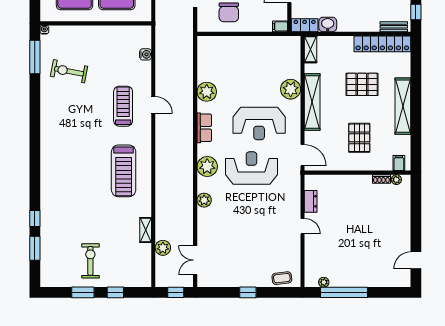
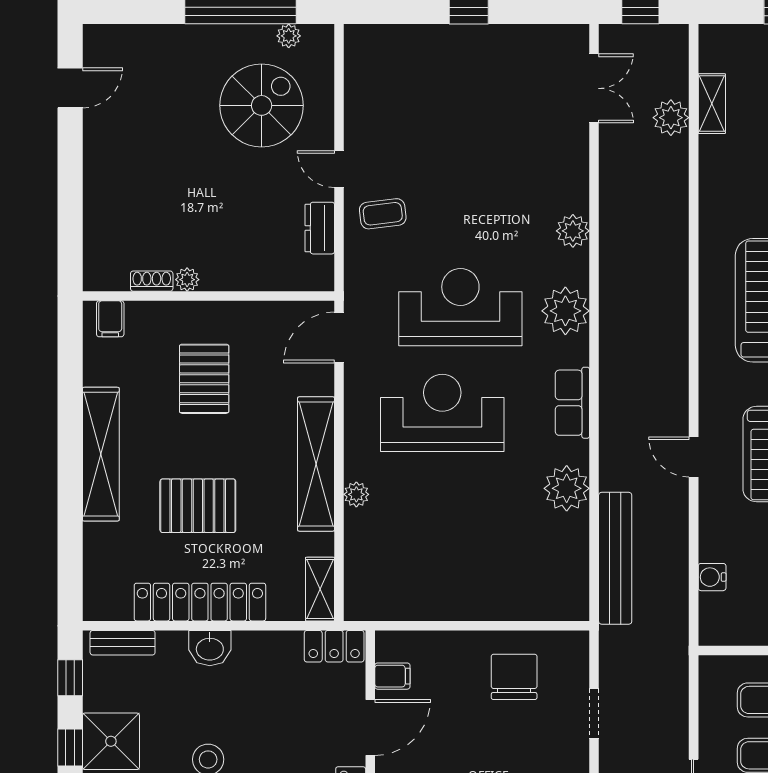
washbasin: (328, 24) -> (210, 648), moved
filing cabinet: (280, 26) -> (392, 676), moved
locker: (382, 44) -> (200, 602), moved
bench: (186, 62) -> (615, 558), added
plant: (291, 89) -> (356, 494), width x0.53, depth x0.53
door: (303, 155) -> (339, 338), hinge flipped
reception desk: (251, 168) -> (460, 307), turned 180
plant: (396, 180) -> (187, 280), moved
shelving: (146, 230) -> (712, 104), moved
spiral stairs: (335, 253) -> (262, 105), added
coffee table: (282, 278) -> (383, 214), moved

